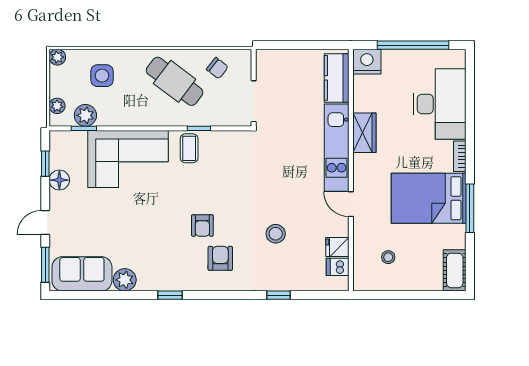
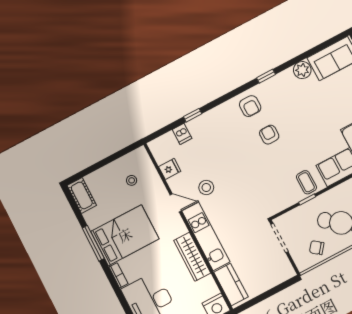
wardrobe: (364, 133) -> (192, 257), width x1.50
stool: (276, 234) -> (206, 187), moved
armchair: (220, 258) -> (250, 106), moved
dishwasher: (338, 267) -> (182, 134), moved, turned 90

